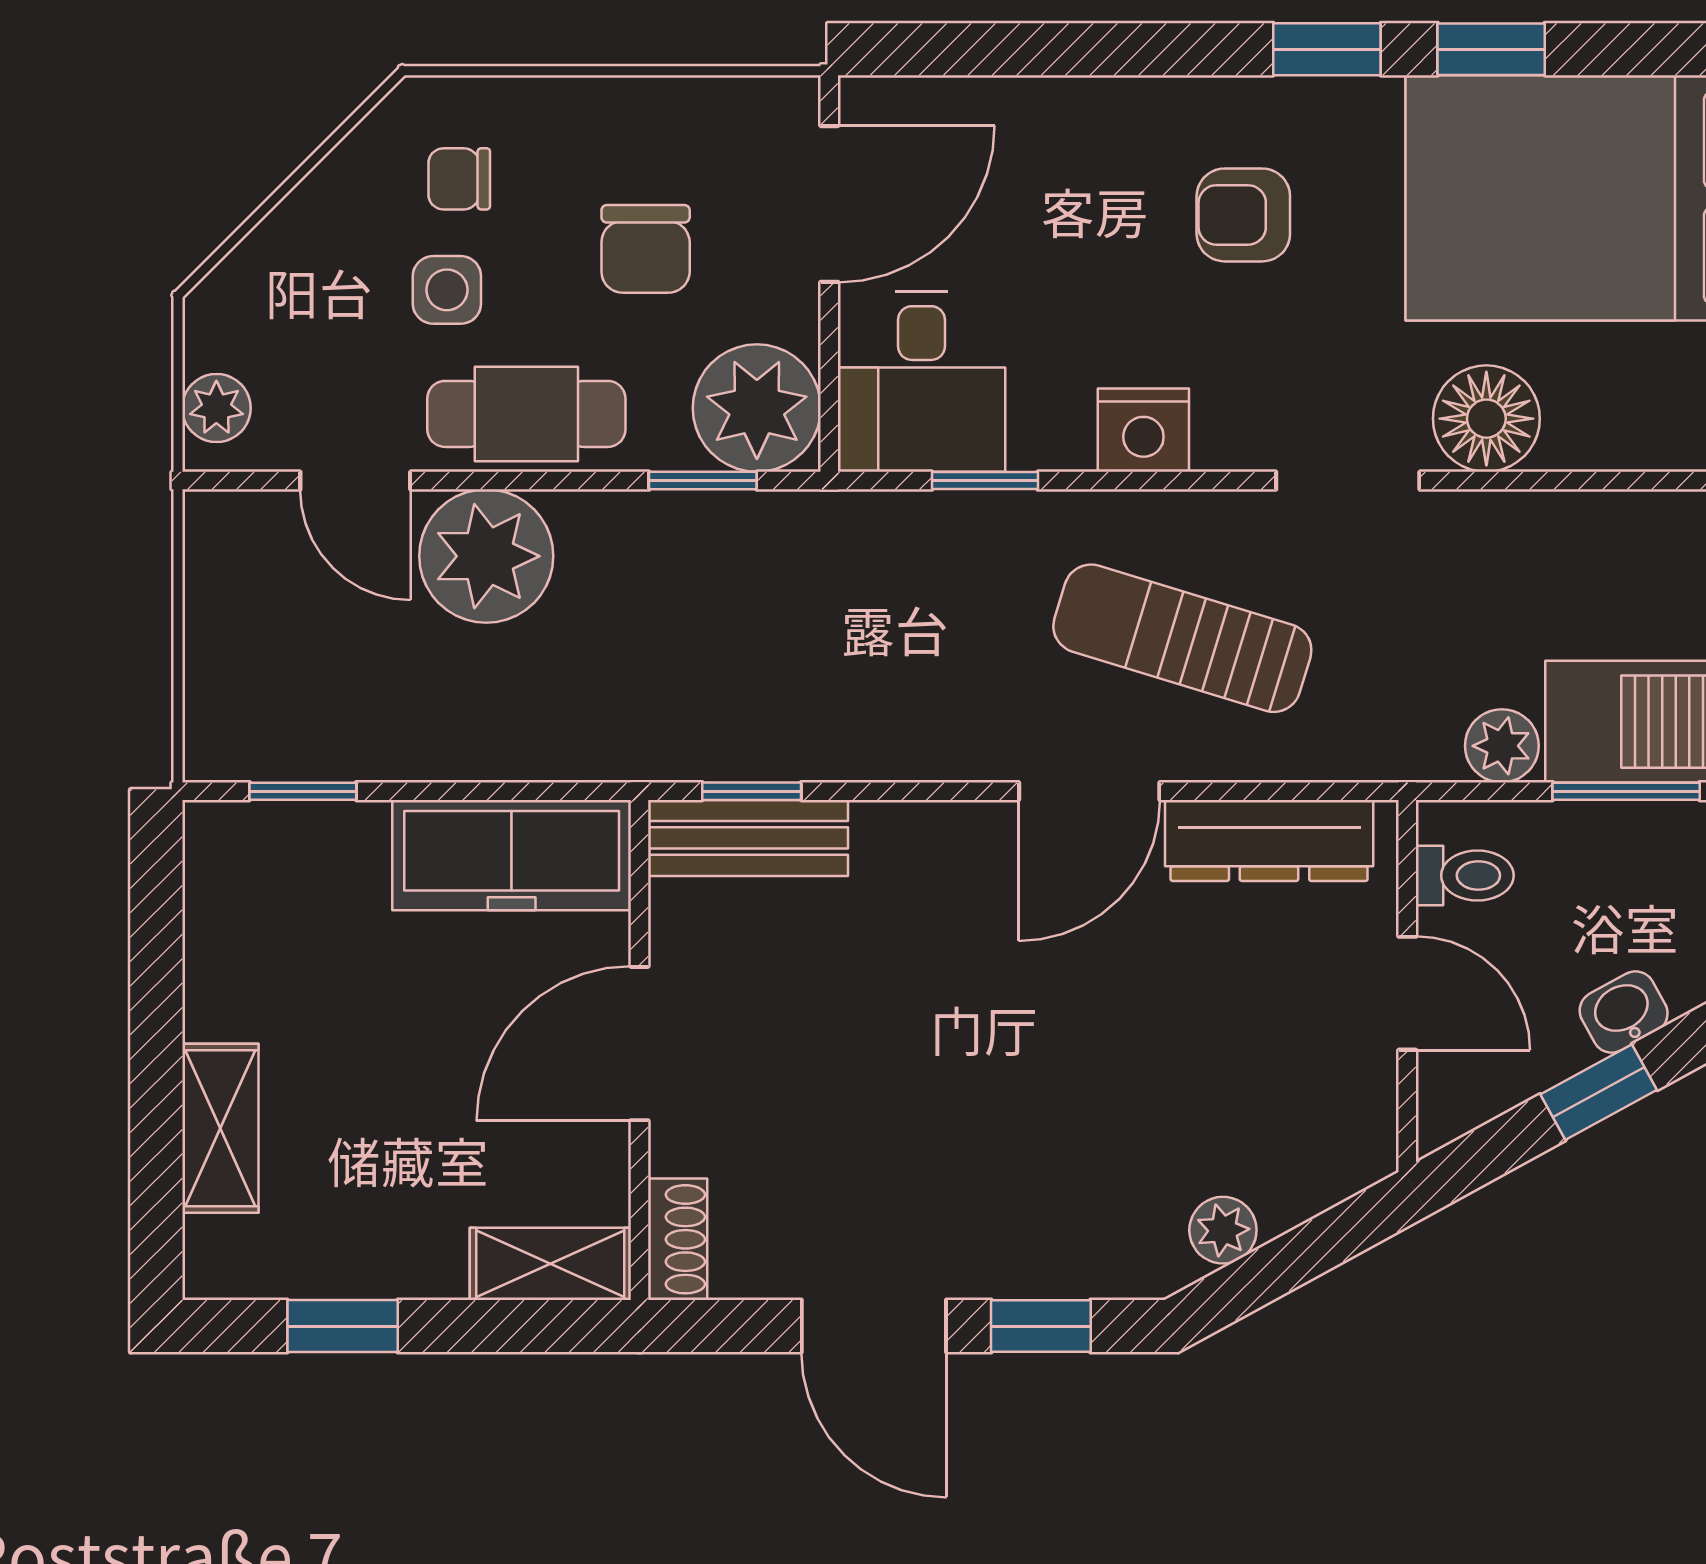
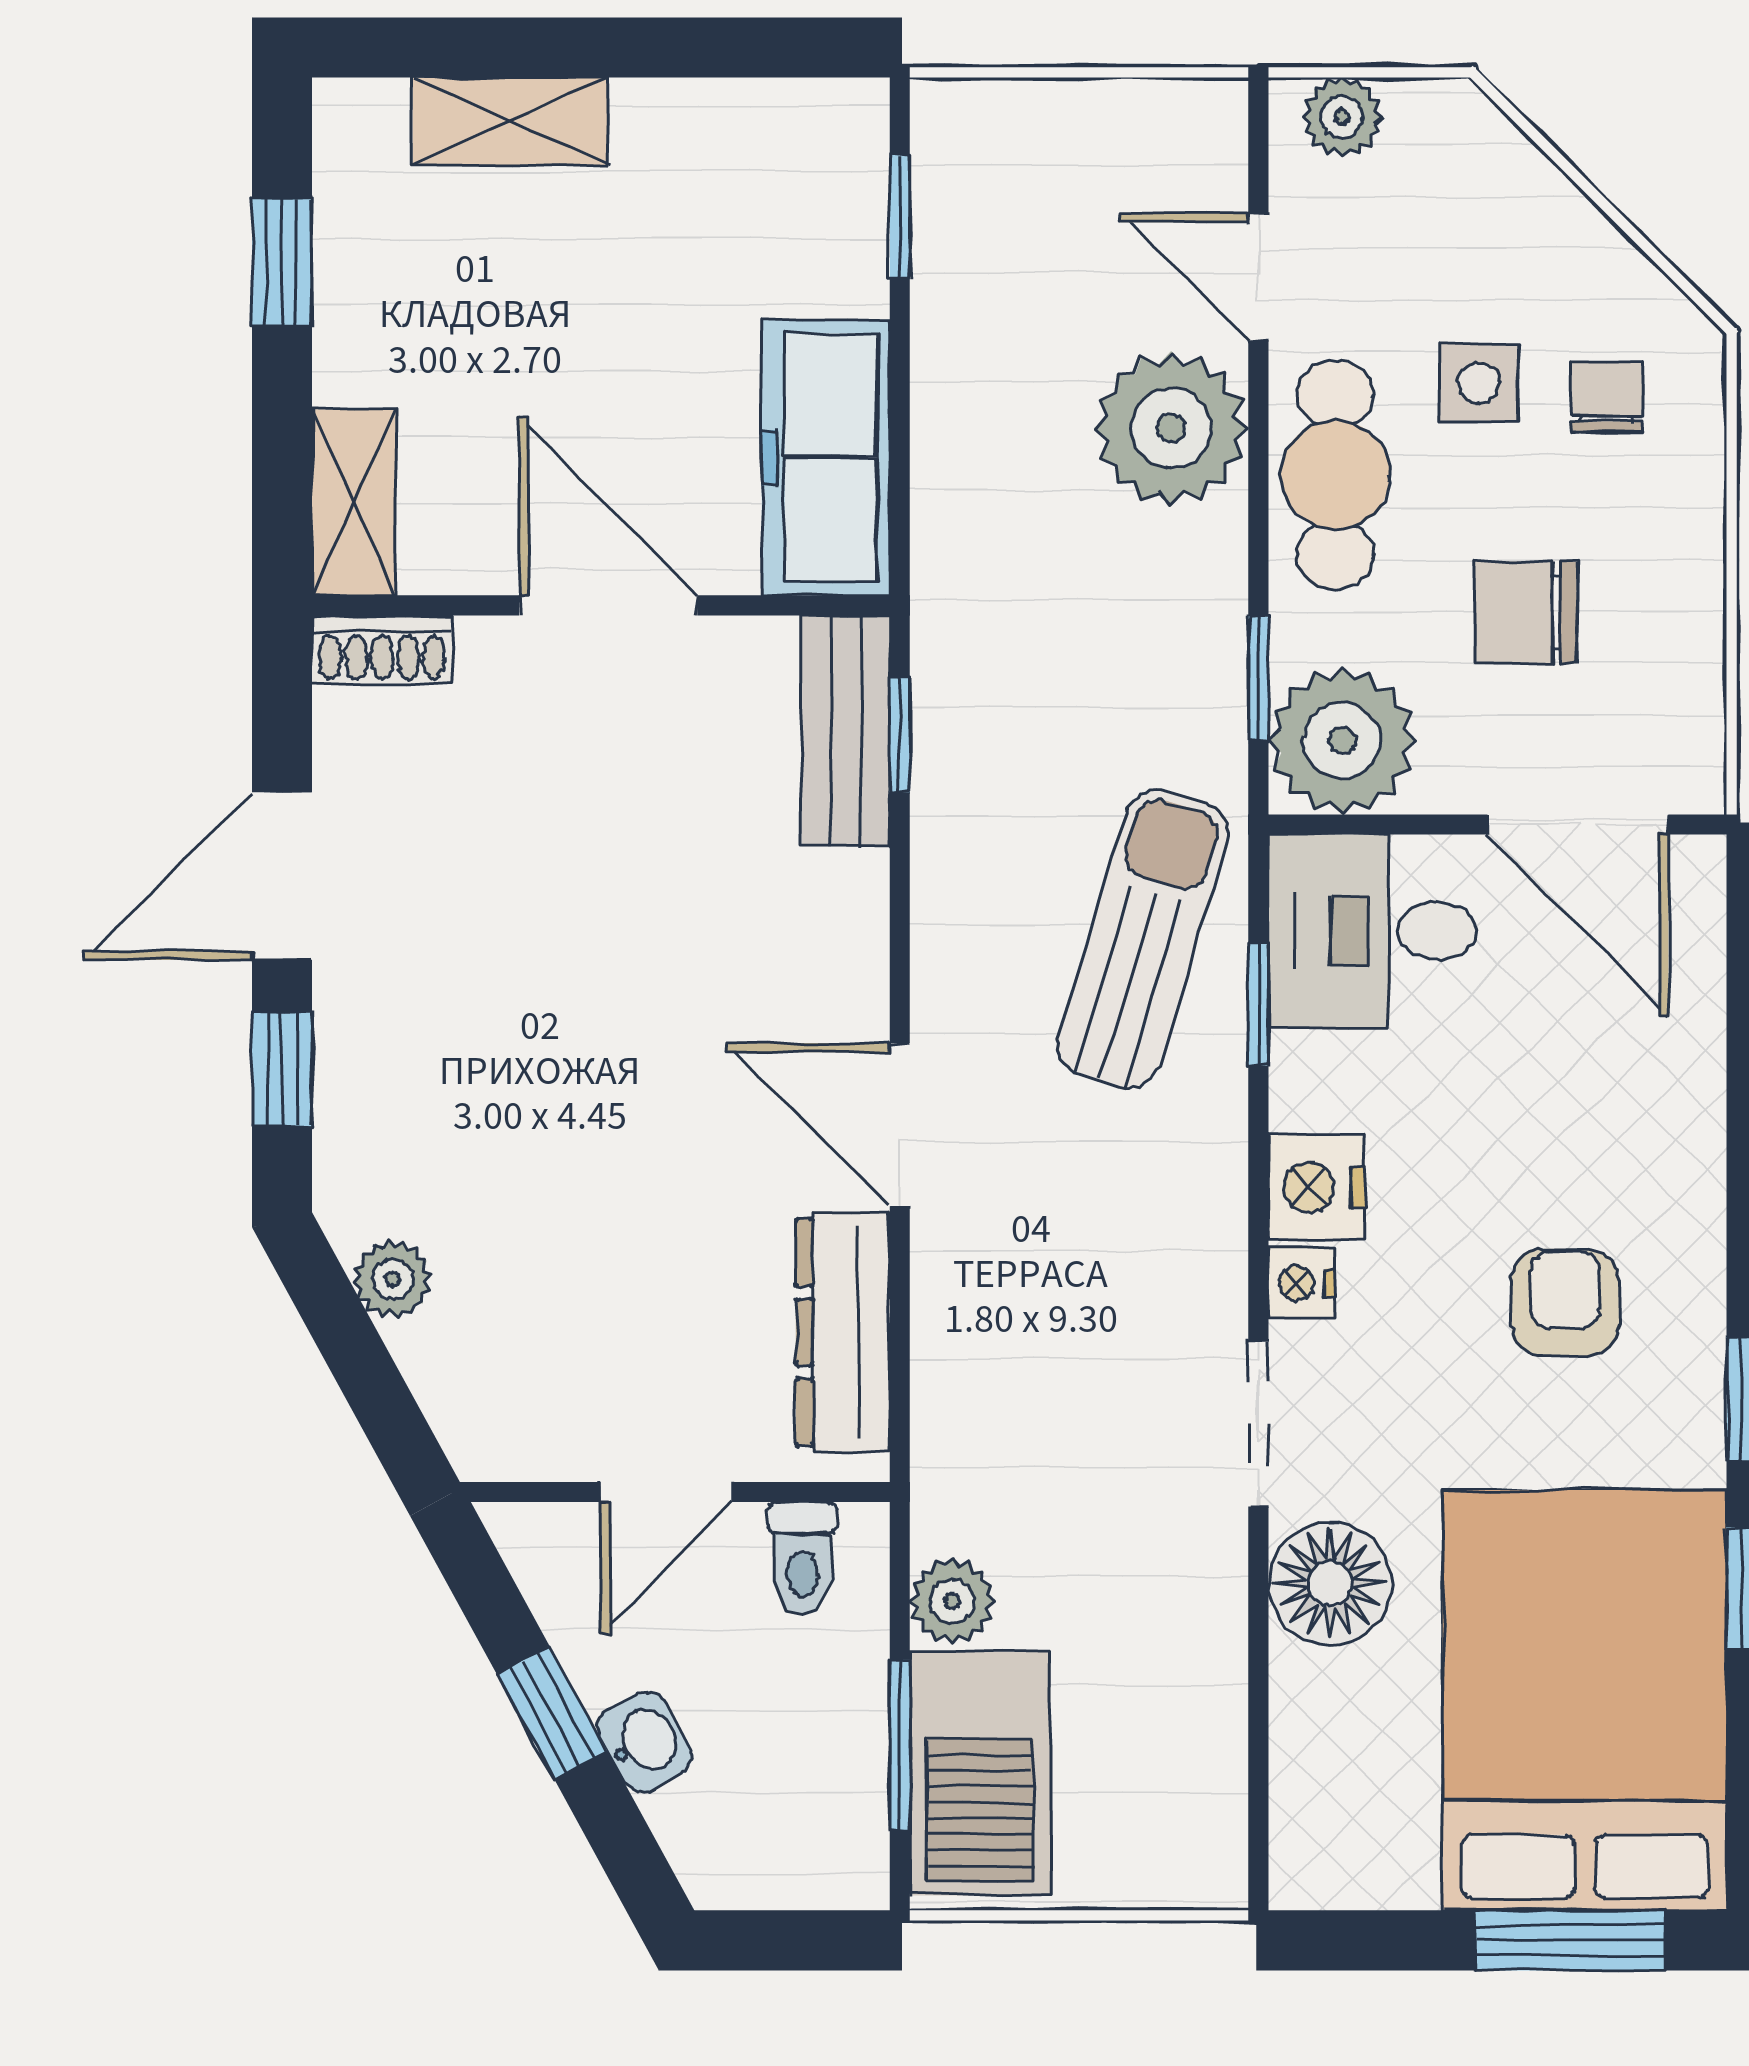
nightstand: (1226, 443) -> (1302, 1283), added
door: (355, 481) -> (1258, 277), hinge flipped
sun lounger: (1182, 638) -> (1143, 939), moved

